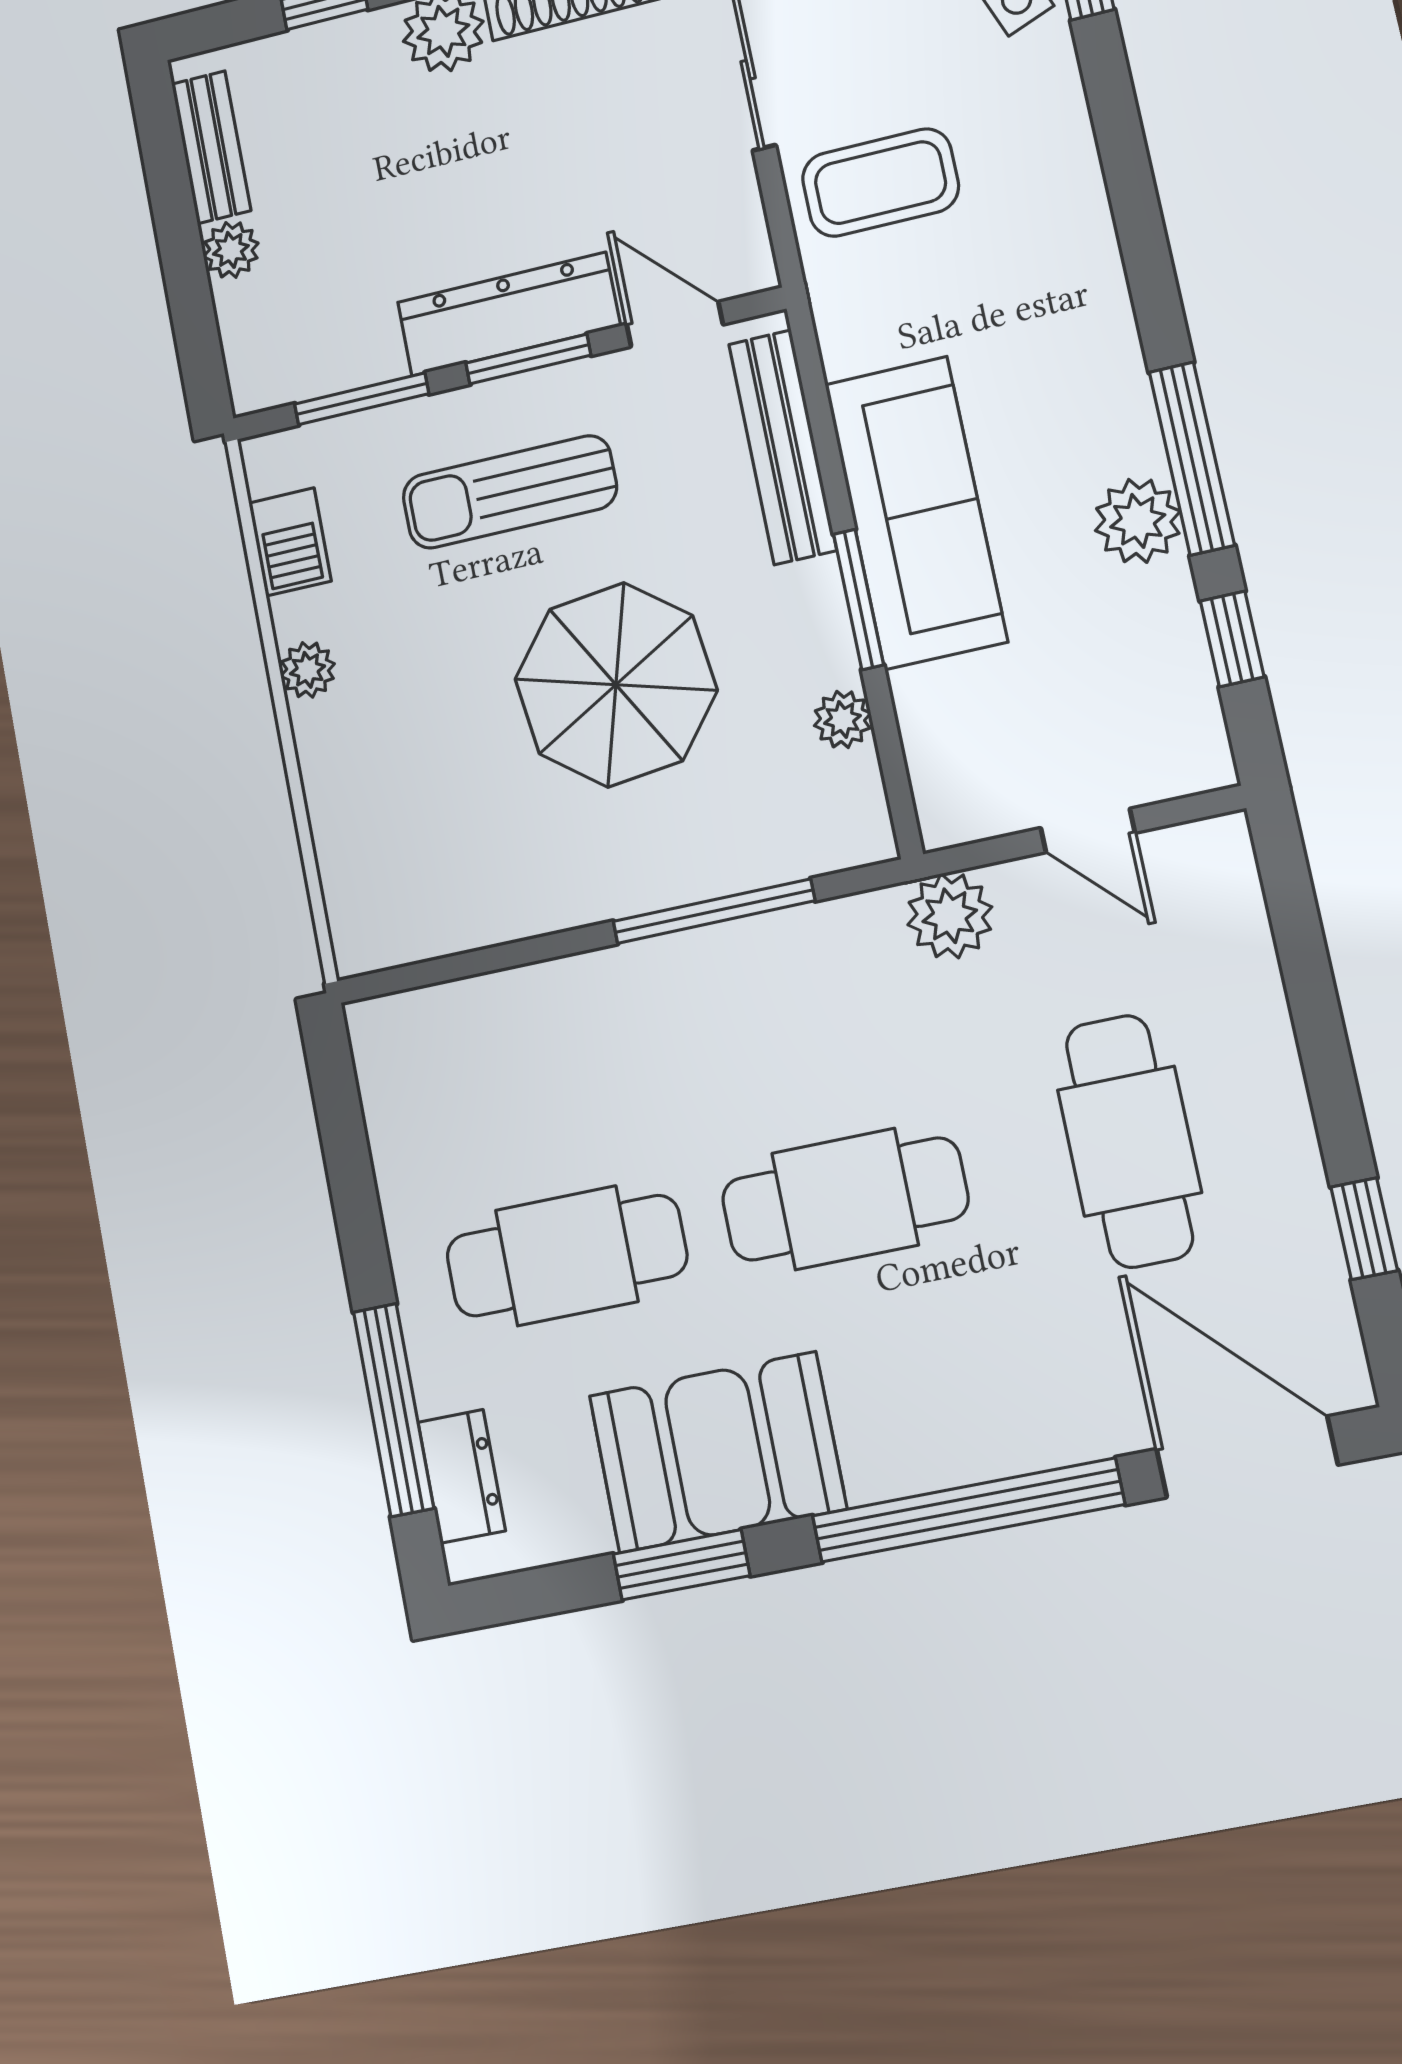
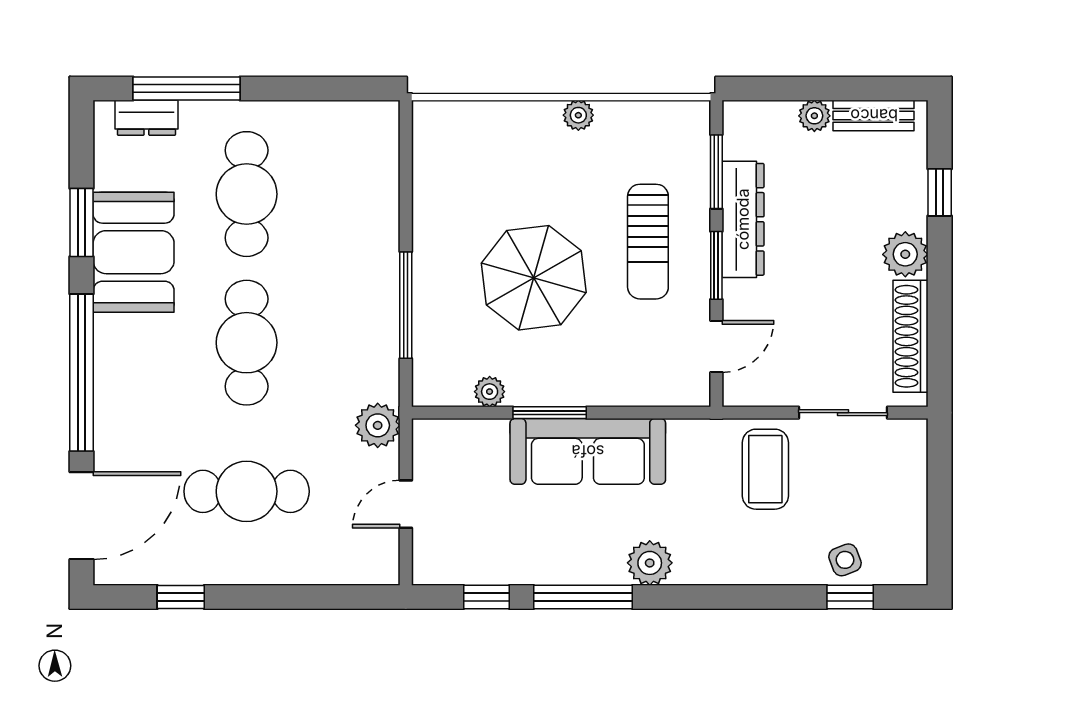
dresser: (509, 314) -> (743, 219), moved
bench: (783, 447) -> (638, 390), removed
sun lounger: (510, 492) -> (648, 242), turned 180
plant: (1138, 521) -> (650, 563), moved
barbecue: (290, 542) -> (649, 119), removed

